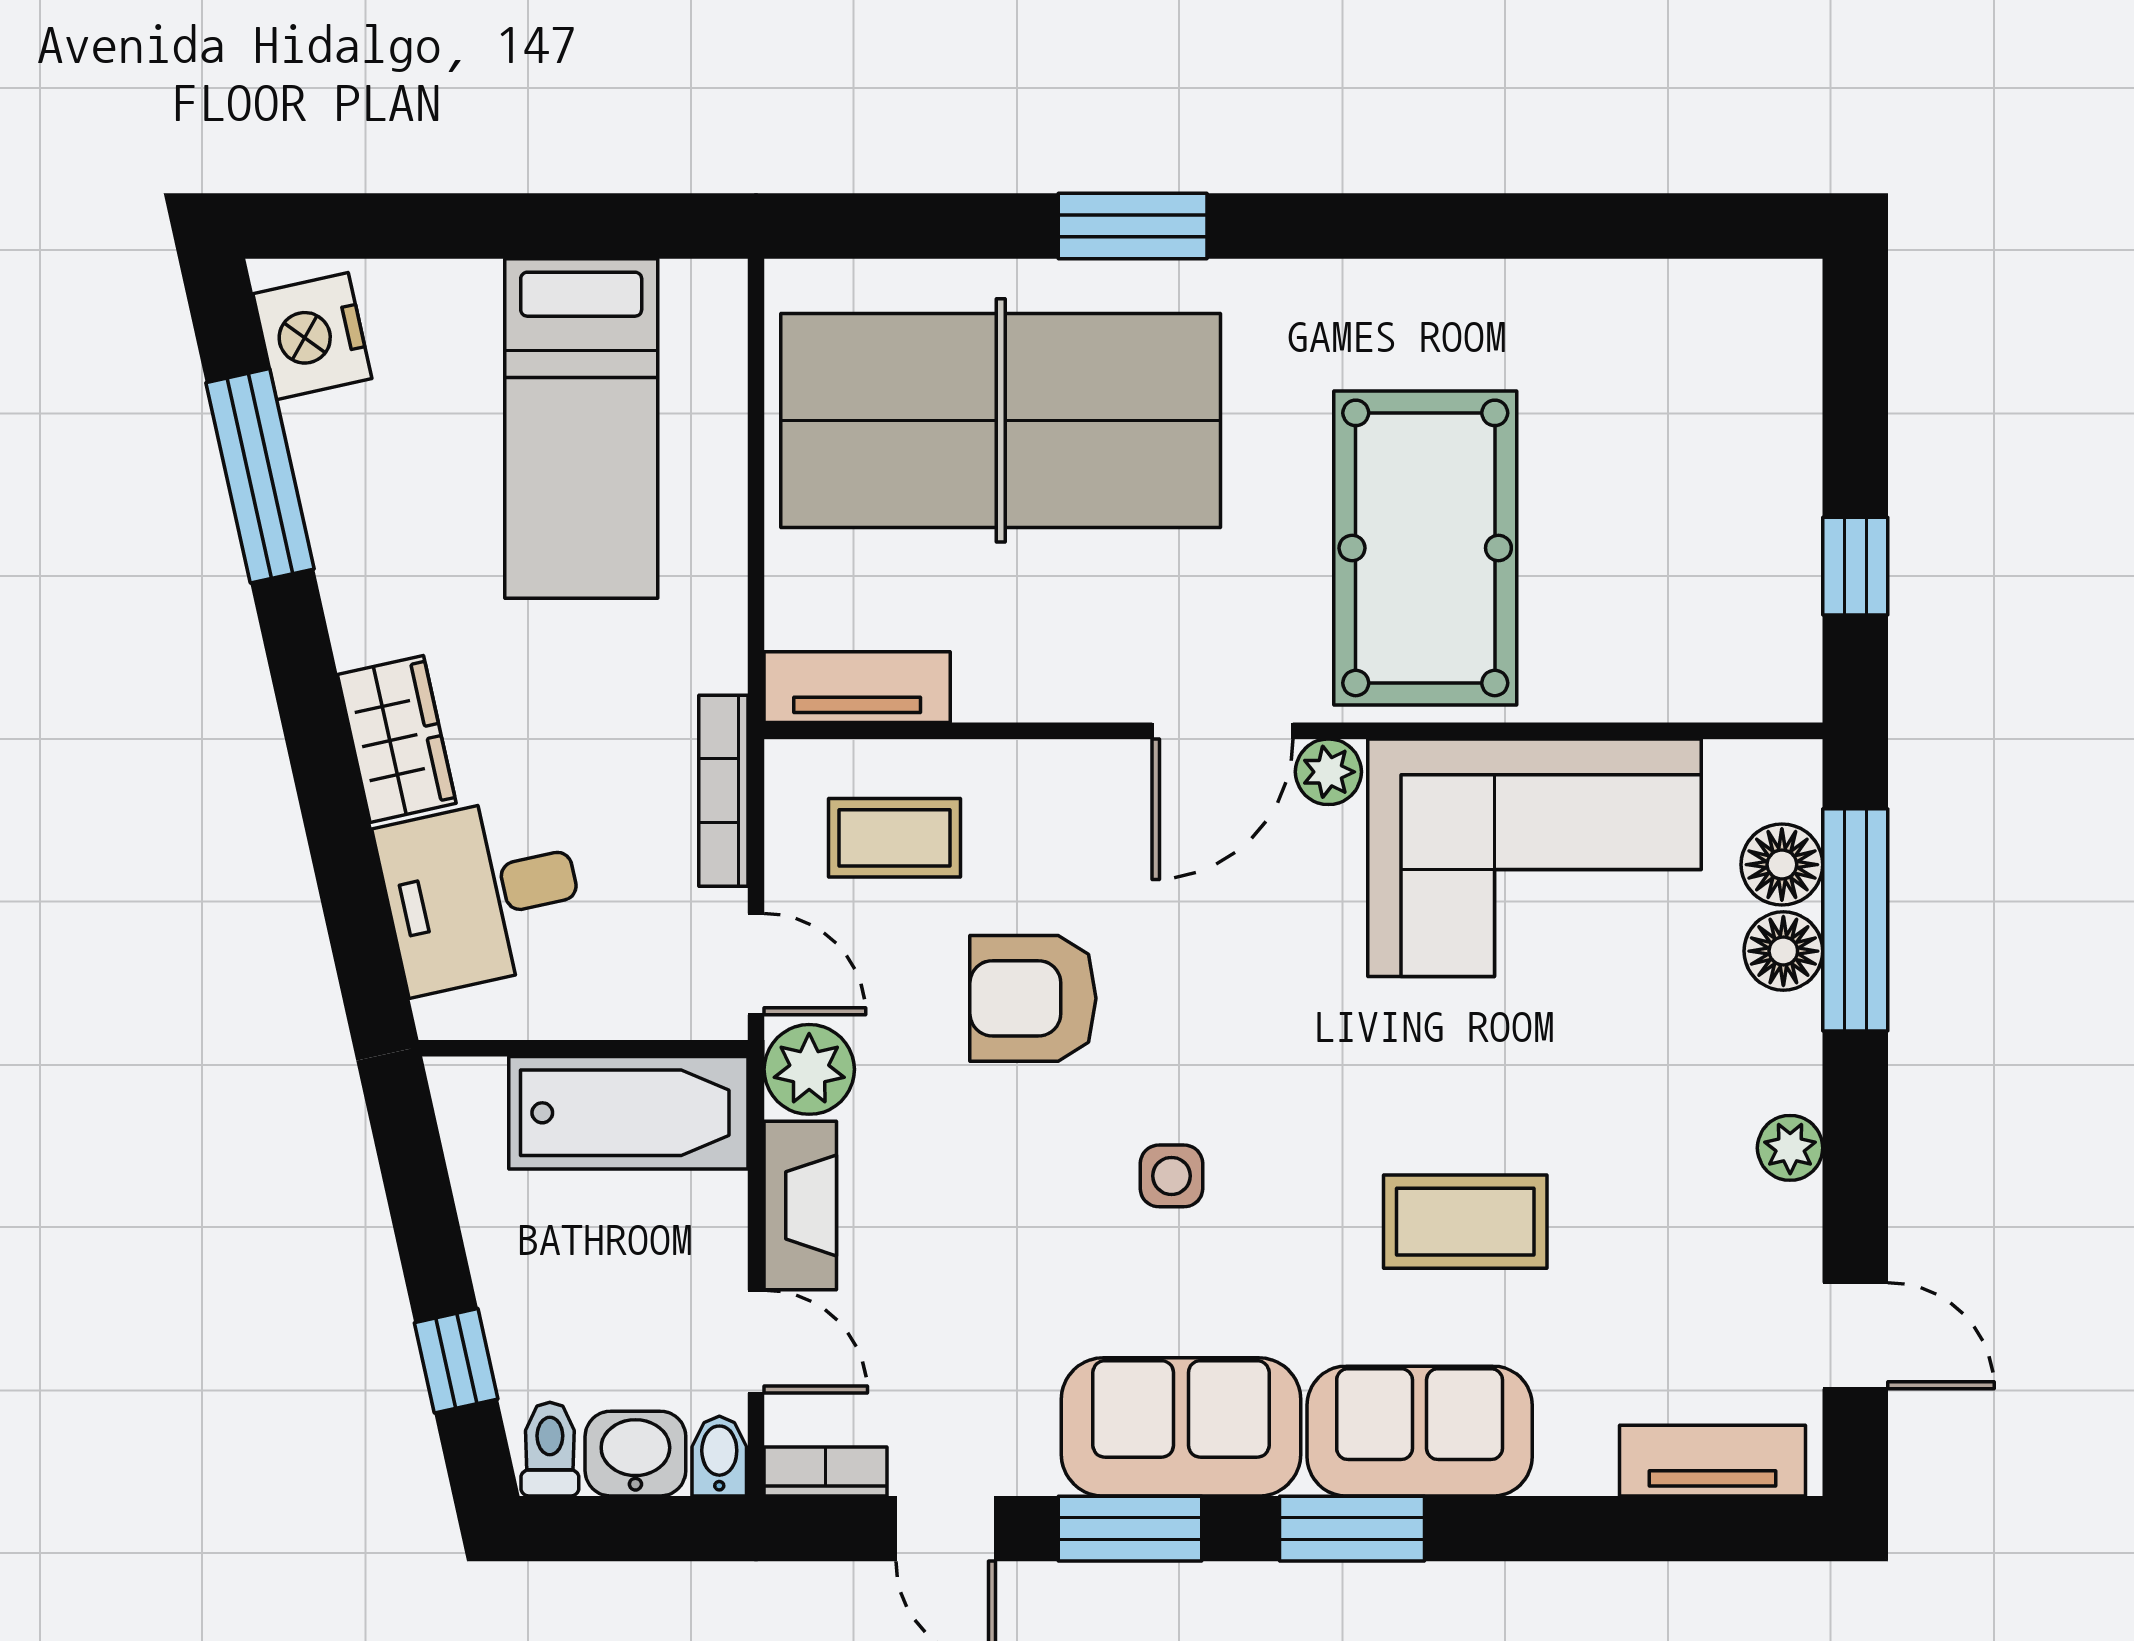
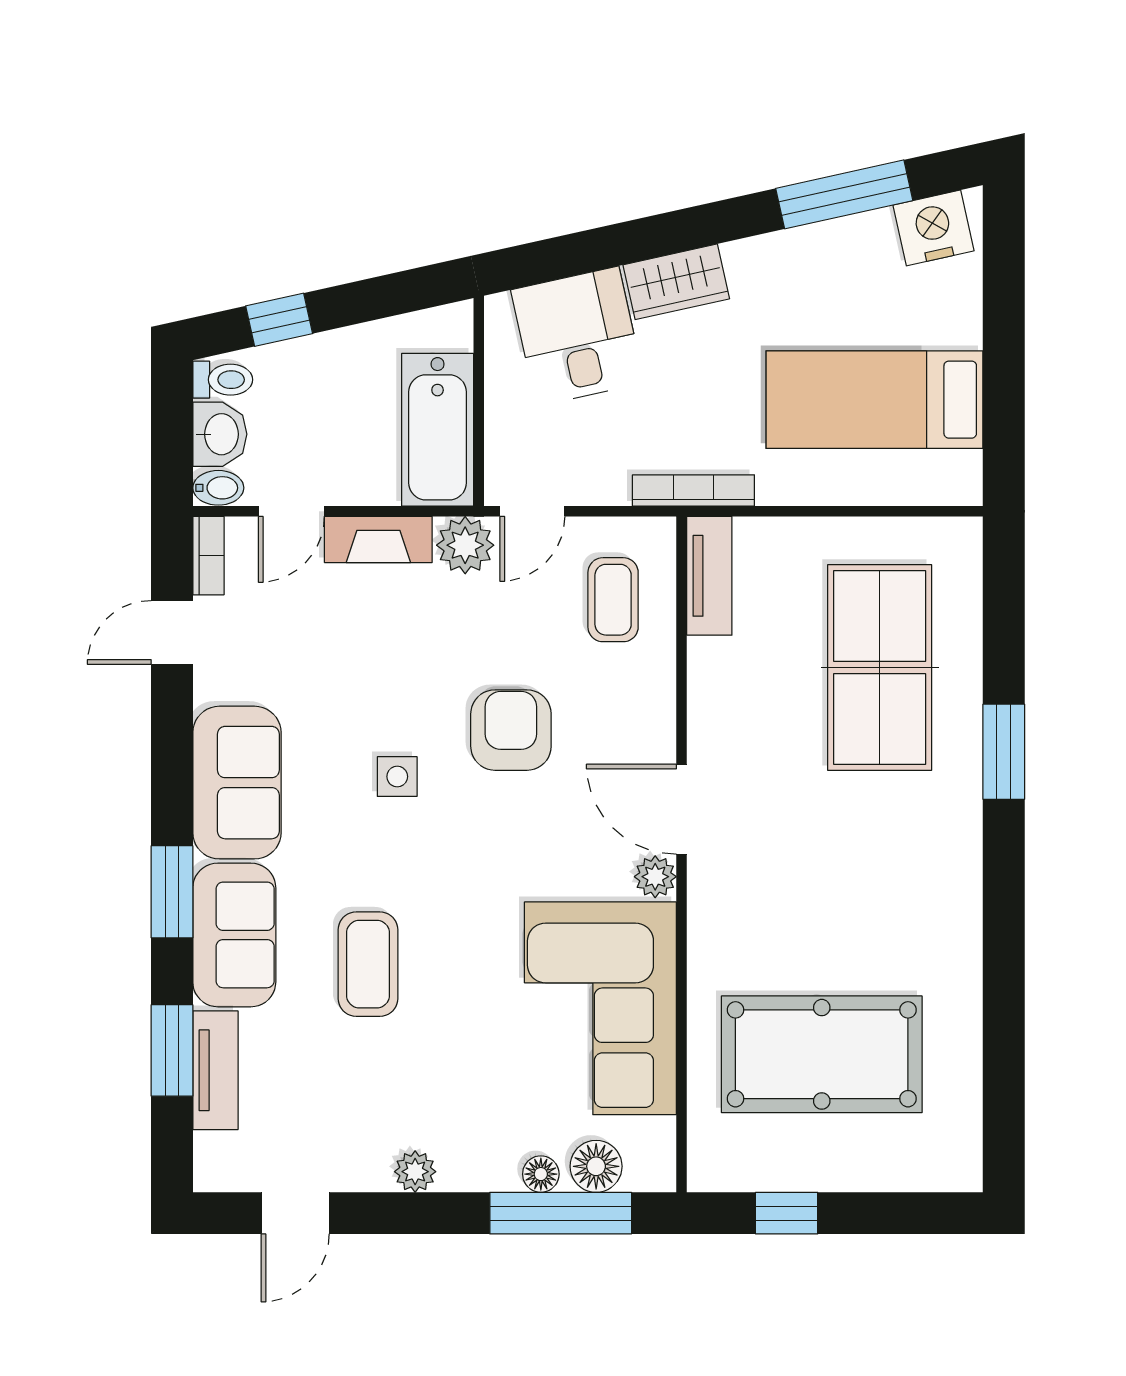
table tennis table: (1001, 420) -> (880, 667), width x0.73, depth x0.76
pool table: (1425, 548) -> (822, 1054), moved
bookcase: (723, 791) -> (693, 490), moved
floor lamp: (1783, 951) -> (541, 1174), width x0.73, depth x0.73
armchair: (1033, 998) -> (511, 730), moved
tv unit: (1712, 1461) -> (215, 1070), moved
window: (1130, 1529) -> (172, 1050), moved

